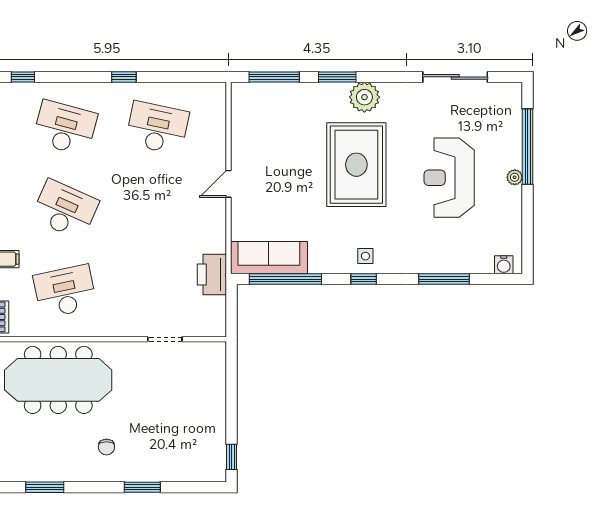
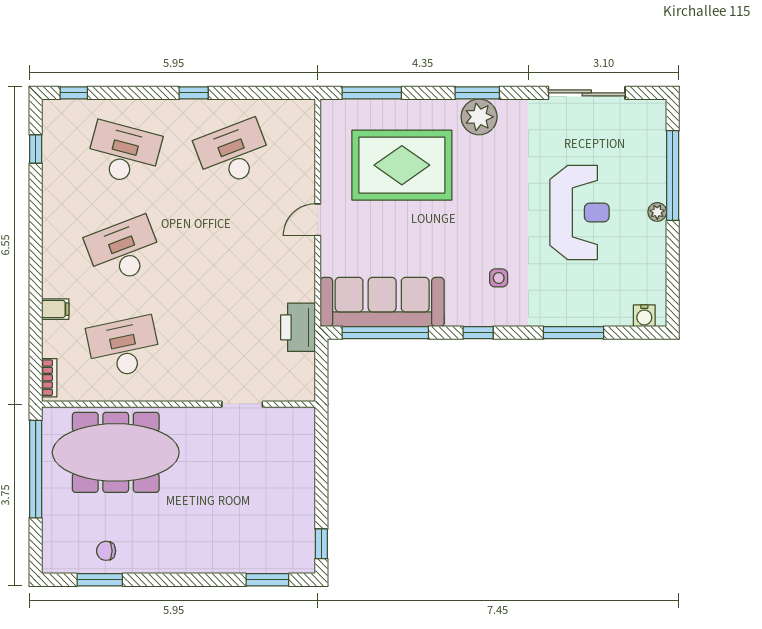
window: (337, 77) -> (477, 93), moved
desk: (157, 128) -> (233, 153), turned -33
rug: (356, 165) -> (402, 165), moved, turned 90
reception desk: (449, 178) -> (580, 212), turned 180
desk: (65, 210) -> (124, 250), turned -45
side table: (365, 256) -> (499, 278), moved
sofa: (269, 258) -> (382, 302), width x1.36, depth x1.27
chair: (106, 447) -> (106, 551), moved, turned 90
window: (142, 487) -> (267, 580), moved

